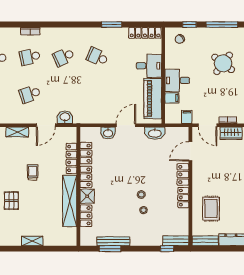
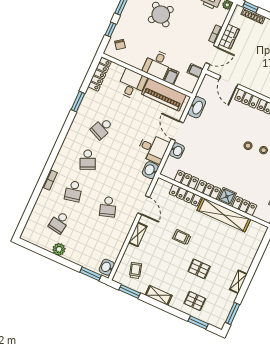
desk: (100, 111) -> (153, 148), added
washbasin: (65, 117) -> (150, 170), moved
shelving: (32, 241) -> (238, 282), moved

